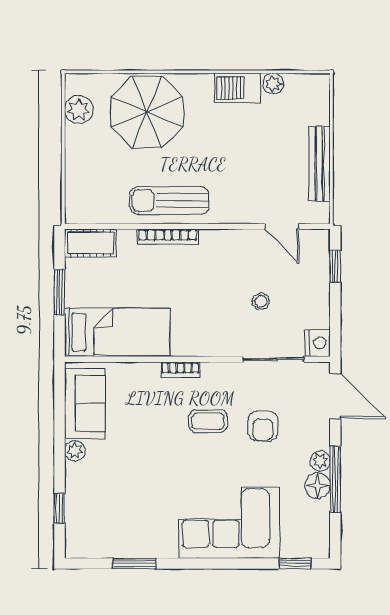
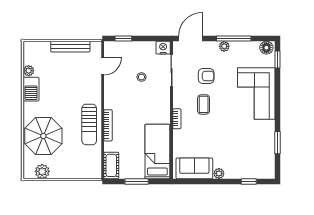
floor lamp: (318, 486) -> (266, 48), moved

